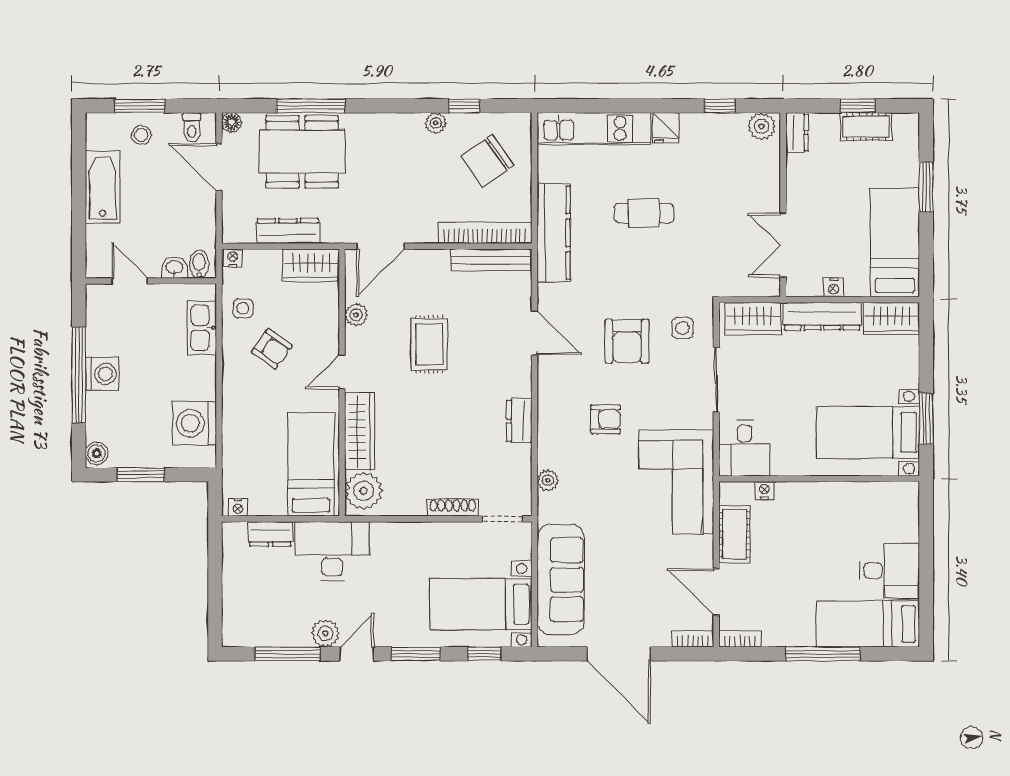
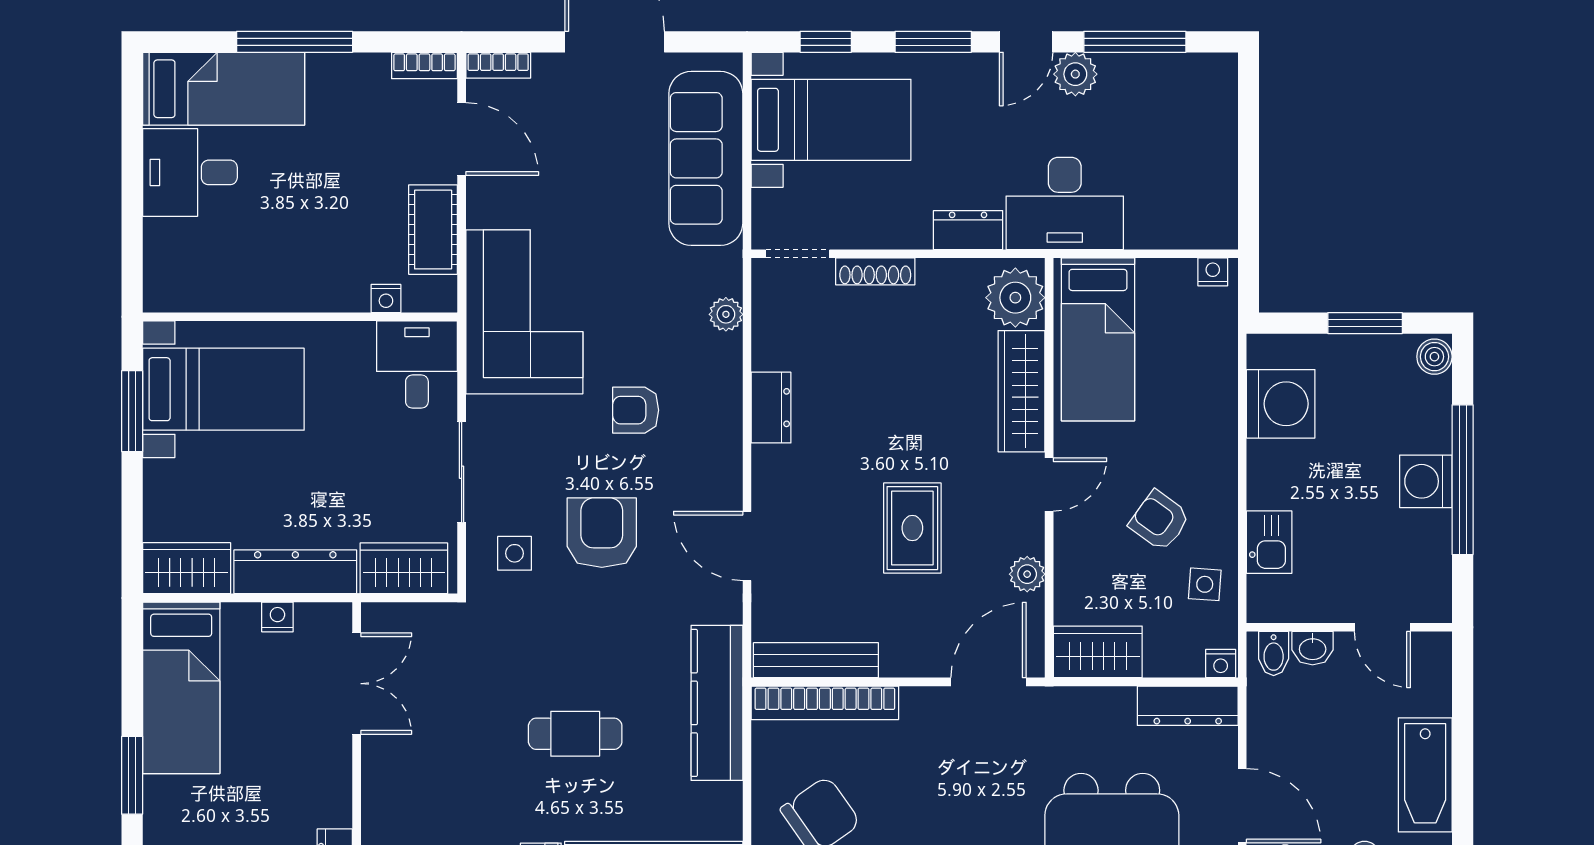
dresser: (288, 231) -> (1188, 706), moved
kitchen sink: (202, 328) -> (1269, 542), width x0.73
dresser: (270, 534) -> (968, 230), moved

